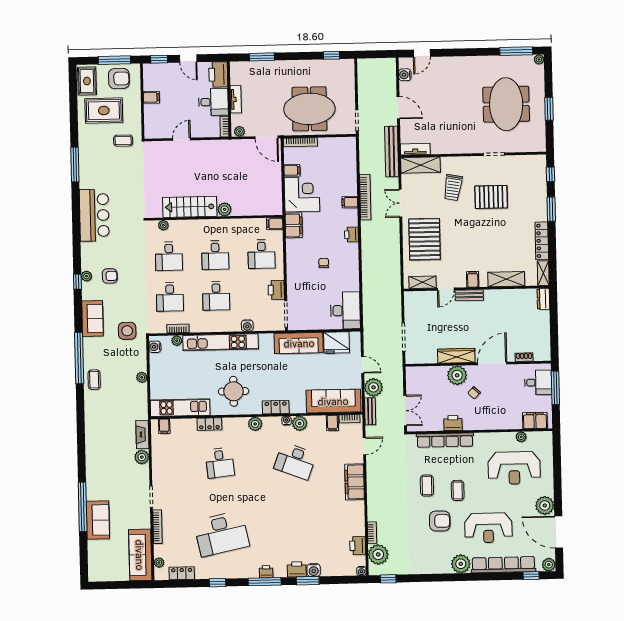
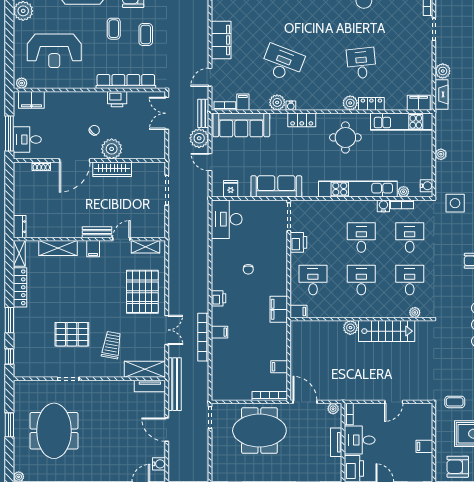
corner desk: (302, 194) -> (269, 341), removed
water cooler: (247, 326) -> (383, 206), moved
fridge: (336, 343) -> (231, 189), width x0.53, depth x0.75
plant: (255, 424) -> (350, 103), moved
filing cabinet: (164, 426) -> (419, 103), width x2.00
plant: (521, 437) -> (22, 83), moved
reception desk: (514, 468) -> (54, 51), turned 180

